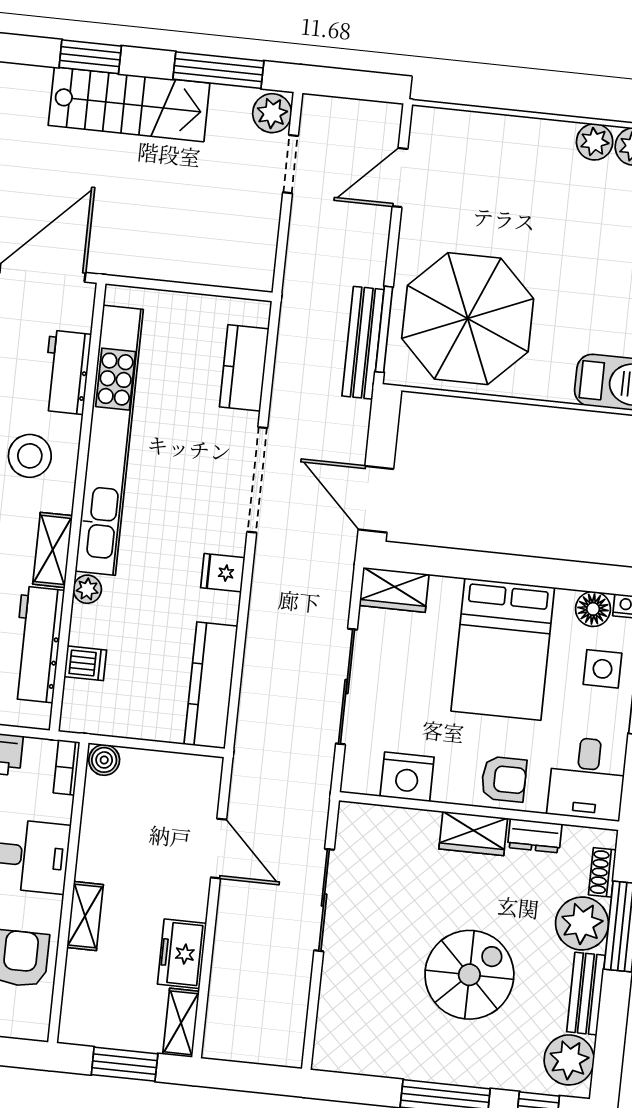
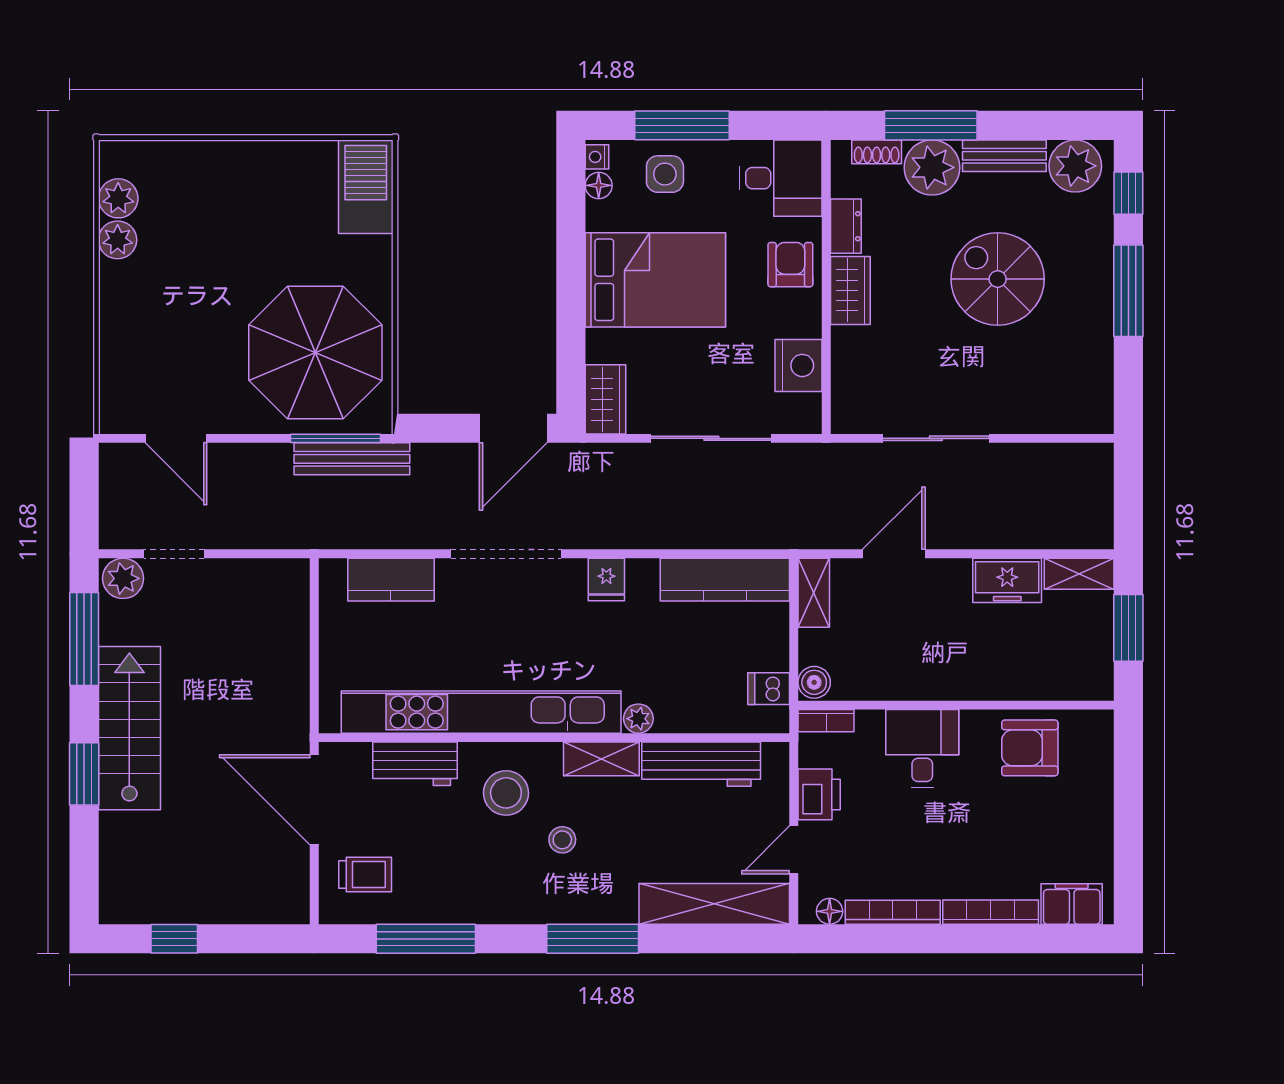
floor lamp: (593, 609) -> (599, 185), width x0.73, depth x0.73
dishwasher: (85, 663) -> (769, 689), moved, turned -90
shelving: (85, 916) -> (814, 593), moved, turned 90

